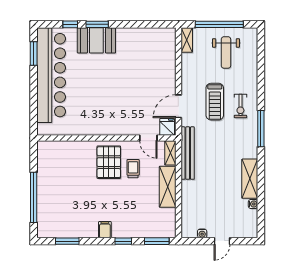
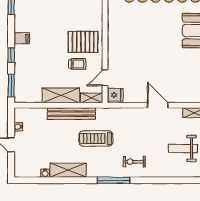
treadmill: (215, 102) -> (96, 138), moved
door: (178, 106) -> (158, 105), moved
bench: (188, 153) -> (71, 114), moved

